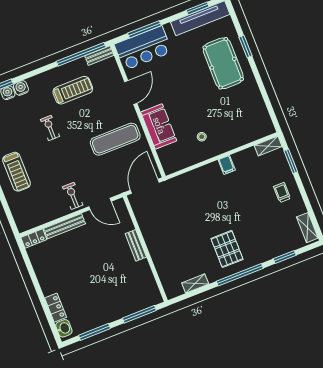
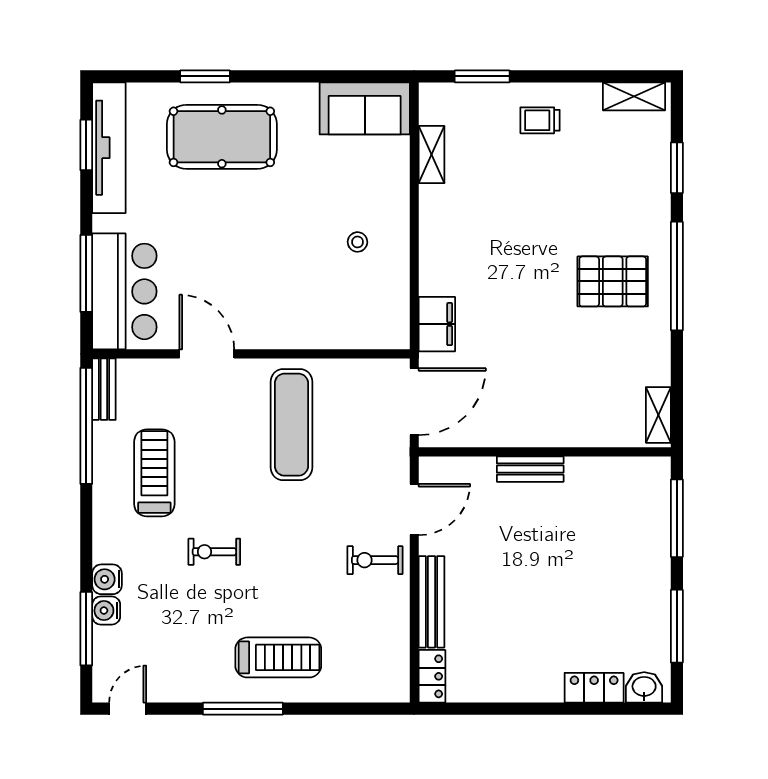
sofa: (159, 126) -> (365, 108), moved, turned 180
shelving: (268, 146) -> (432, 155), moved
filing cabinet: (227, 165) -> (437, 324), moved, width x2.00
door: (145, 186) -> (414, 402), swing flipped
shelving: (195, 283) -> (658, 415), moved

